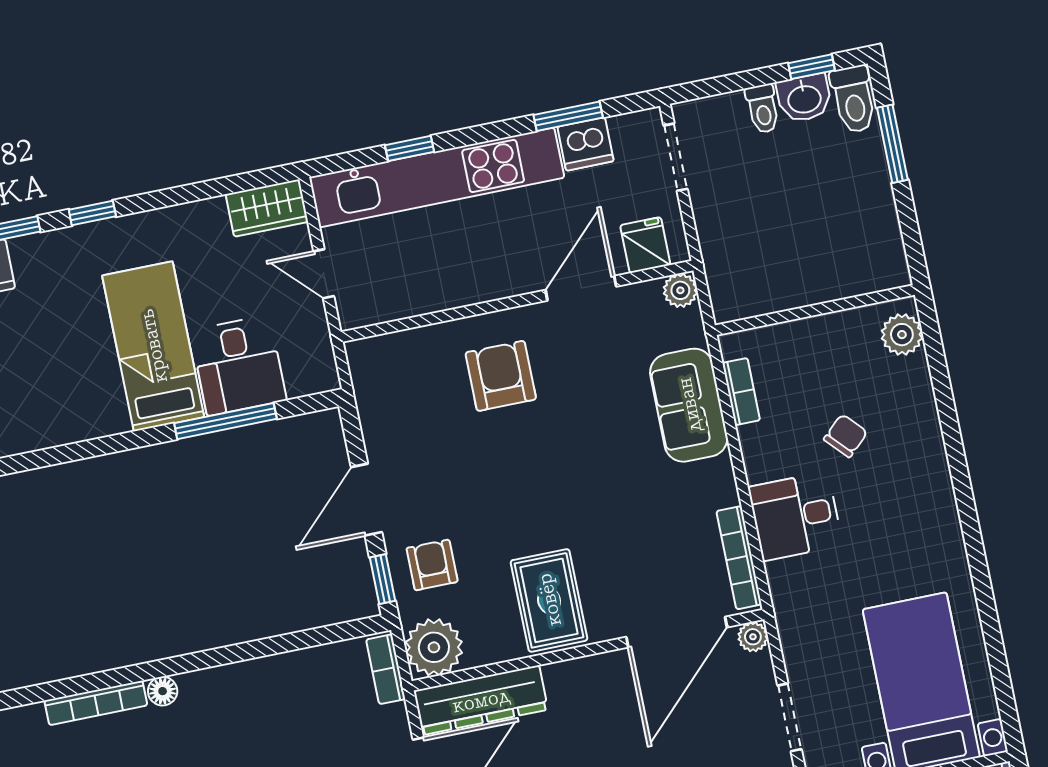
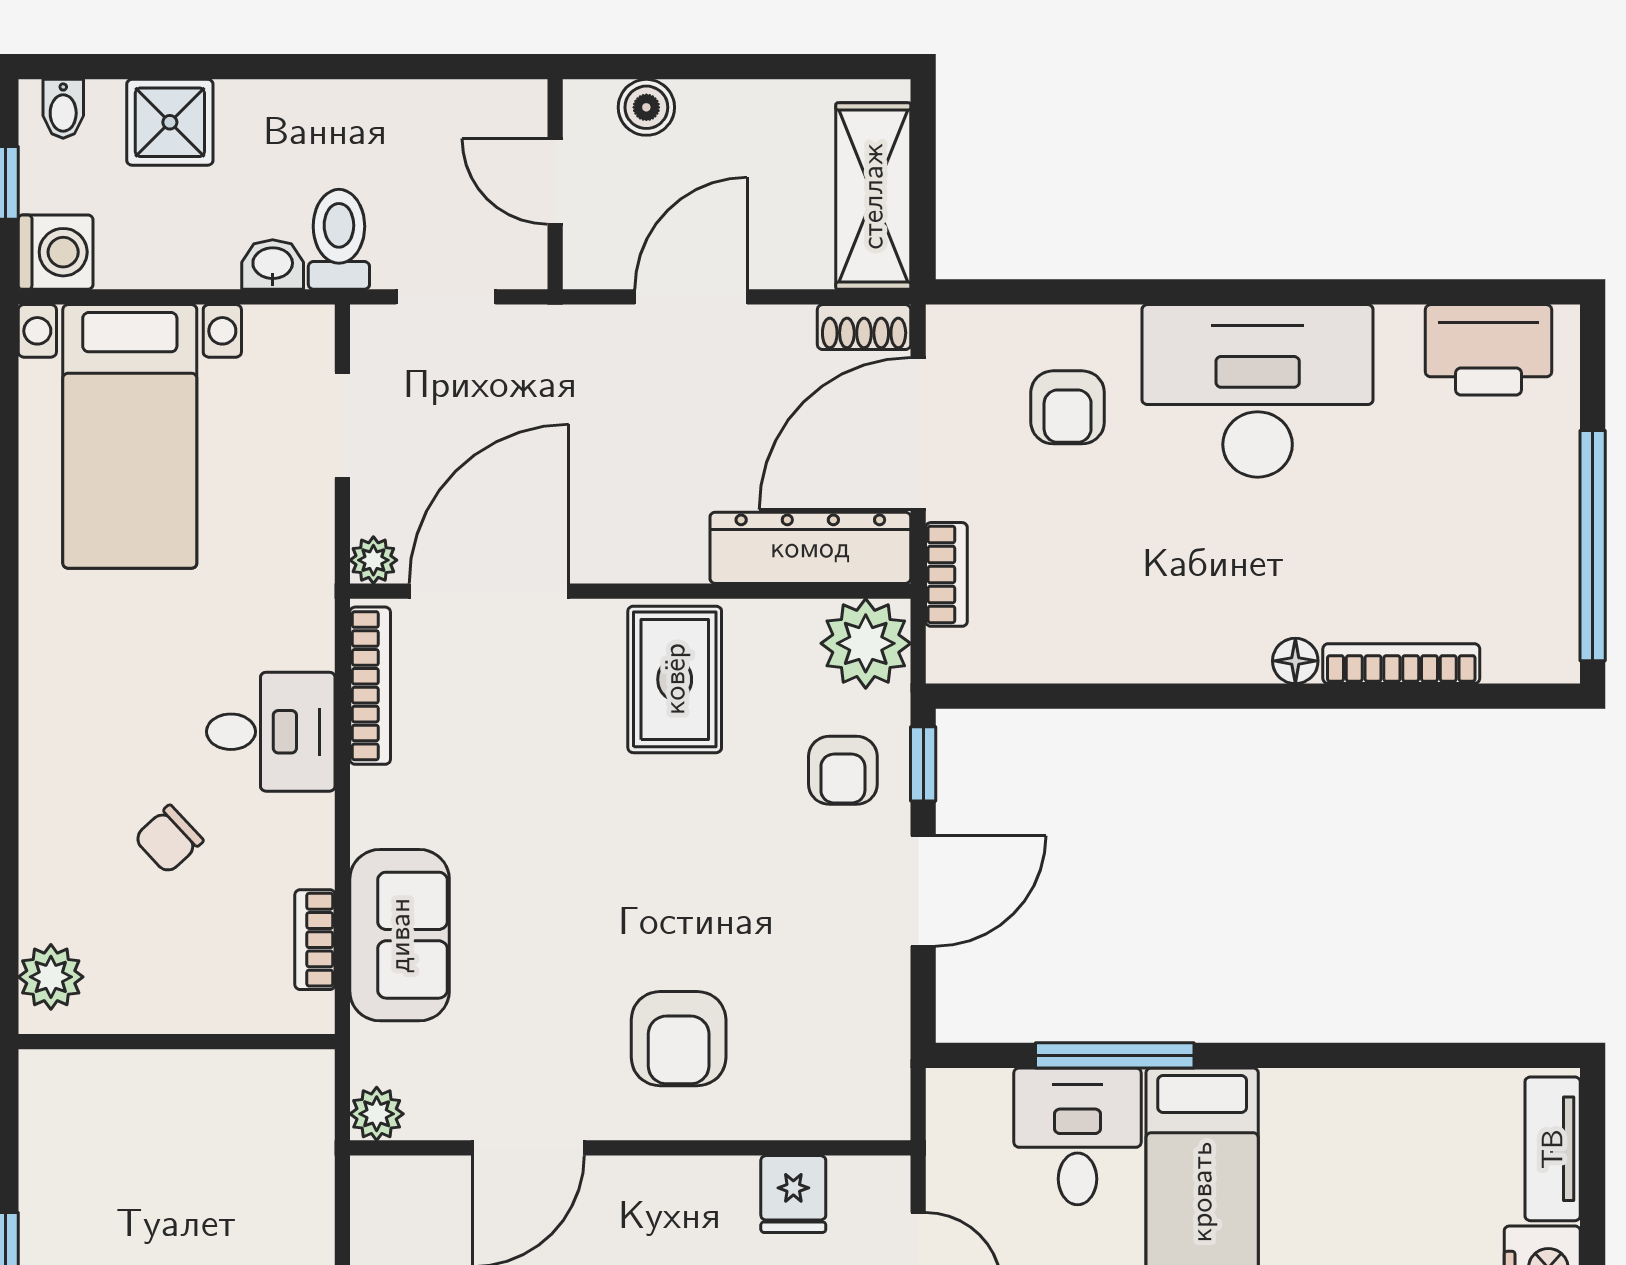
fridge: (645, 245) -> (793, 1194), moved
bookcase: (386, 669) -> (946, 574), moved

